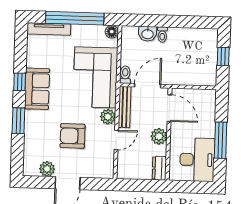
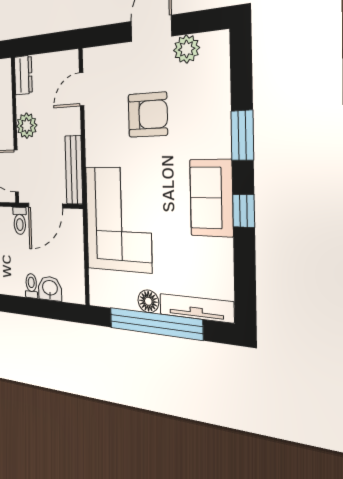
floor lamp: (112, 32) -> (148, 301), moved
toilet: (125, 75) -> (20, 221), moved
plant: (108, 117) -> (96, 152), removed
door: (116, 140) -> (82, 89), moved

